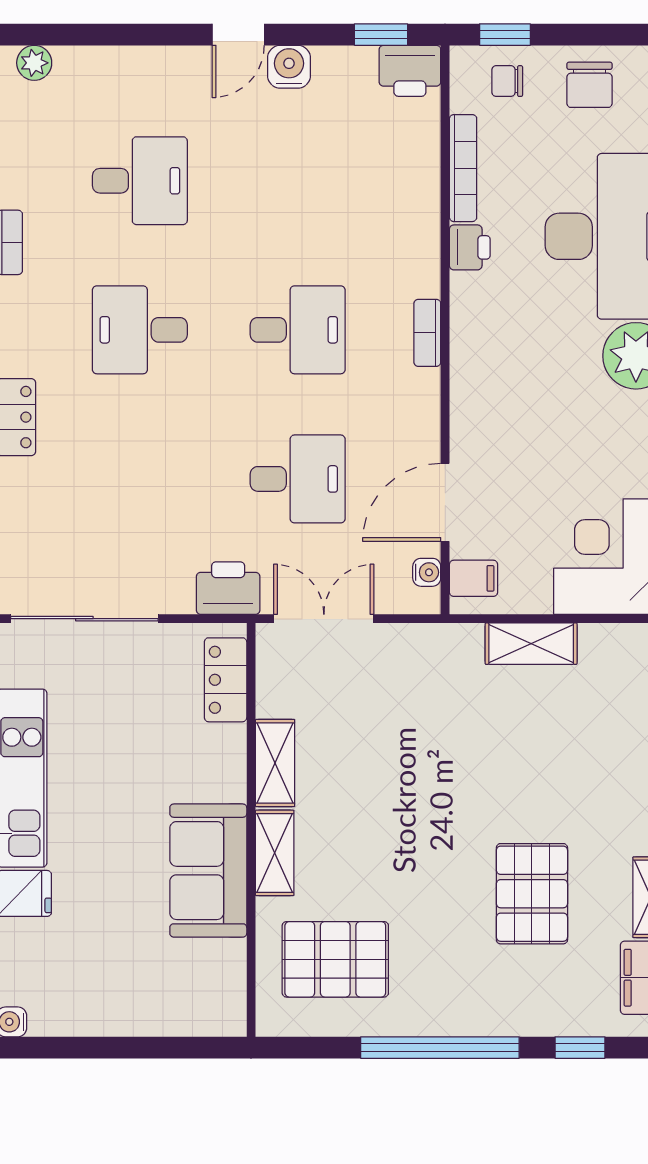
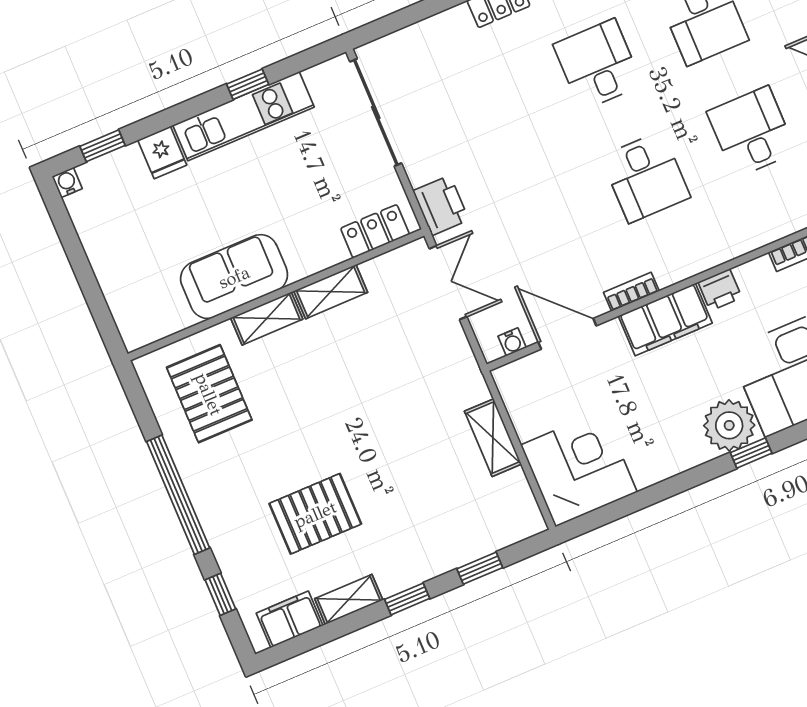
printer: (470, 247) -> (720, 290), moved
bookcase: (427, 333) -> (631, 292), moved
desk: (298, 479) -> (752, 132), moved, turned 180
filing cabinet: (474, 578) -> (665, 320), moved, width x3.00, depth x1.17

